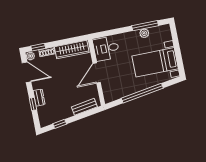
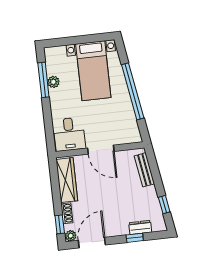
dresser: (39, 98) -> (140, 227), moved

